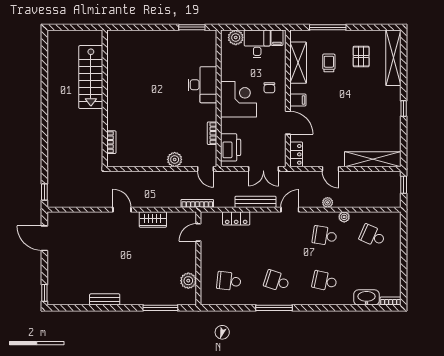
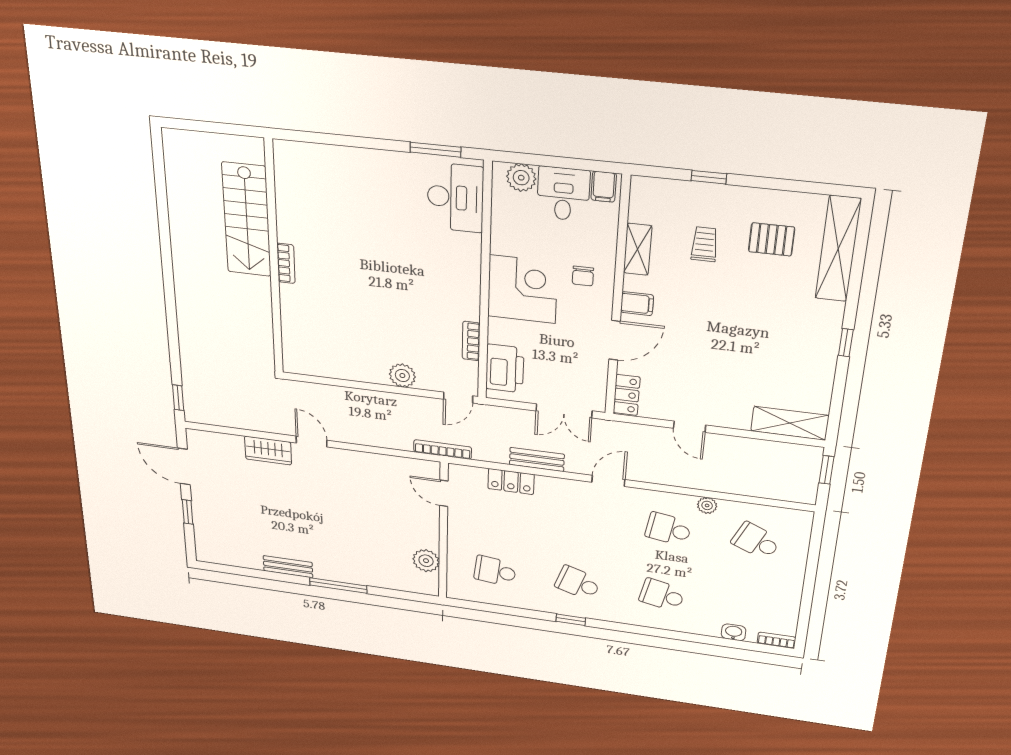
window: (328, 27) -> (709, 177), width x0.46
pallet: (361, 57) -> (772, 239), turned 90
shelving: (298, 63) -> (638, 249), width x0.67, depth x0.75
desk: (202, 85) -> (455, 197), moved
door: (288, 123) -> (615, 340), hinge flipped
bookcase: (111, 142) -> (286, 263), moved
shelving: (373, 159) -> (790, 423), width x0.68
door: (206, 169) -> (458, 398), hinge flipped
bench: (255, 202) -> (537, 459), width x0.73
plant: (328, 202) -> (679, 479), removed
wardrobe: (153, 219) -> (268, 451), moved
door: (198, 232) -> (444, 493), hinge flipped
window: (44, 293) -> (188, 512), moved
washbasin: (367, 297) -> (734, 632), width x0.52, depth x0.69
window: (160, 308) -> (338, 586), moved
window: (274, 308) -> (571, 620), width x0.46

